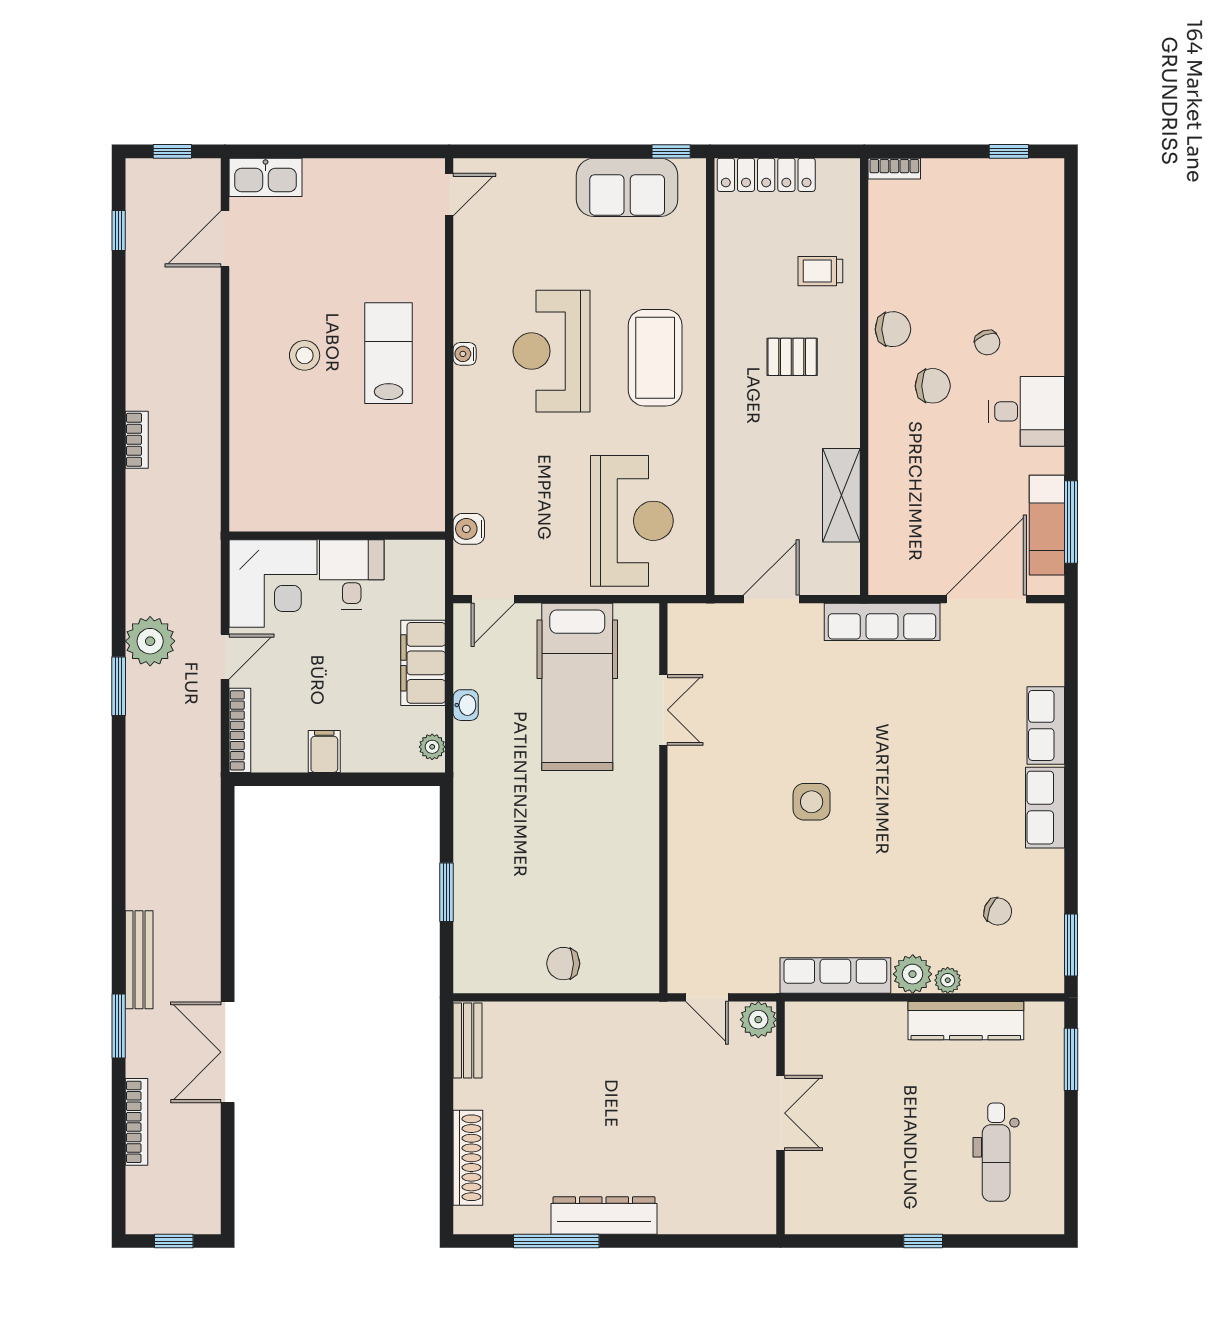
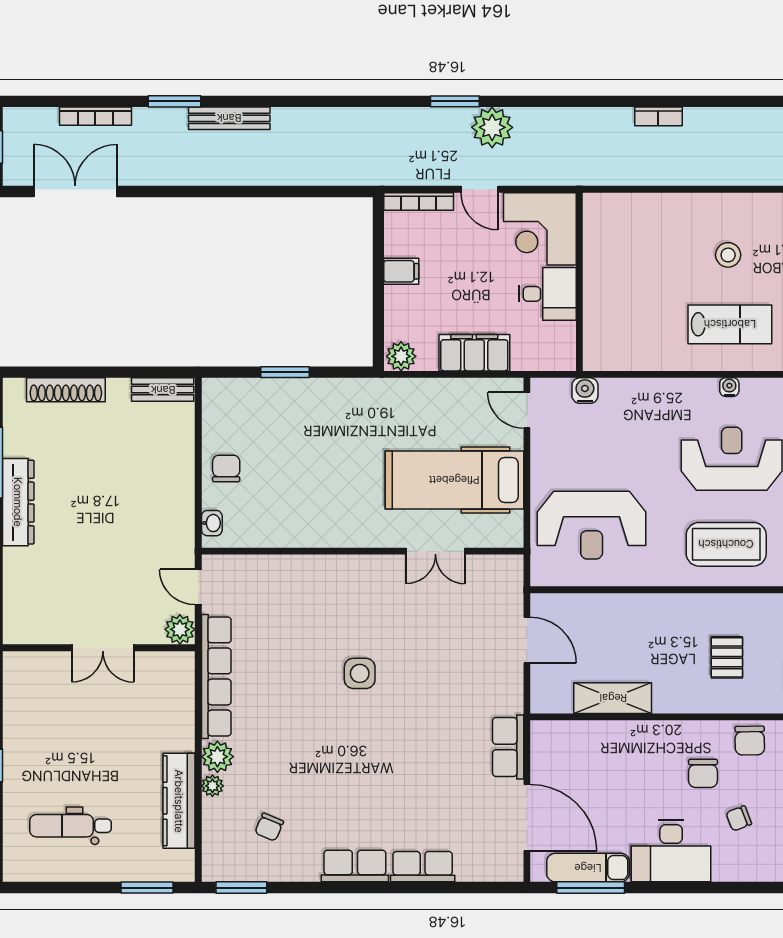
desk: (1027, 411) -> (671, 851), width x1.37
row of seats: (882, 622) -> (508, 747), width x0.68
washbasin: (466, 705) -> (212, 523), moved, turned -90
plant: (432, 747) -> (401, 356), width x1.38, depth x1.38
row of seats: (835, 976) -> (216, 676), width x1.36
door: (707, 997) -> (198, 587), hinge flipped
double door: (228, 1052) -> (75, 192), moved

